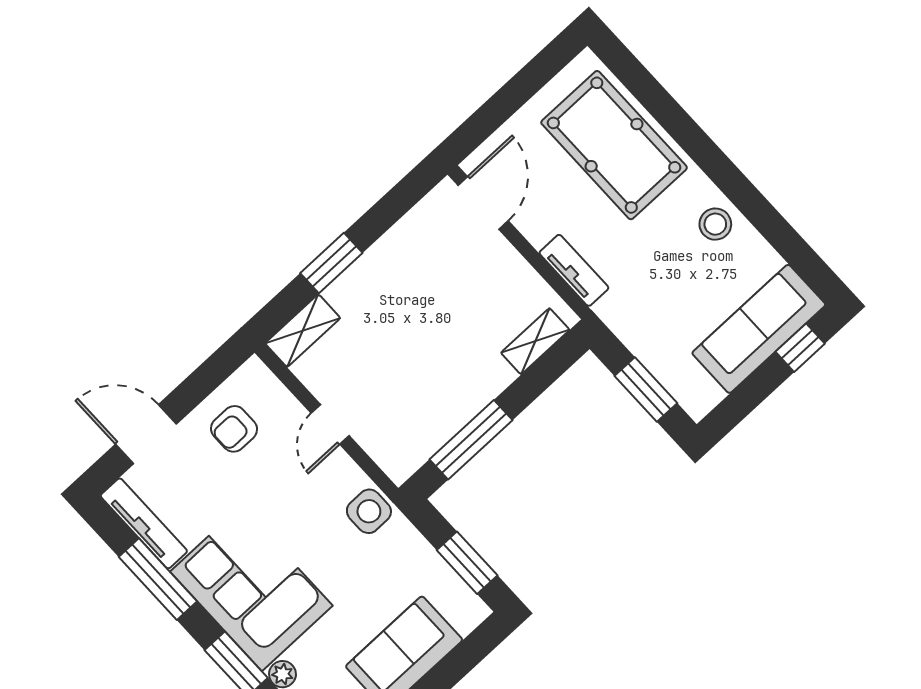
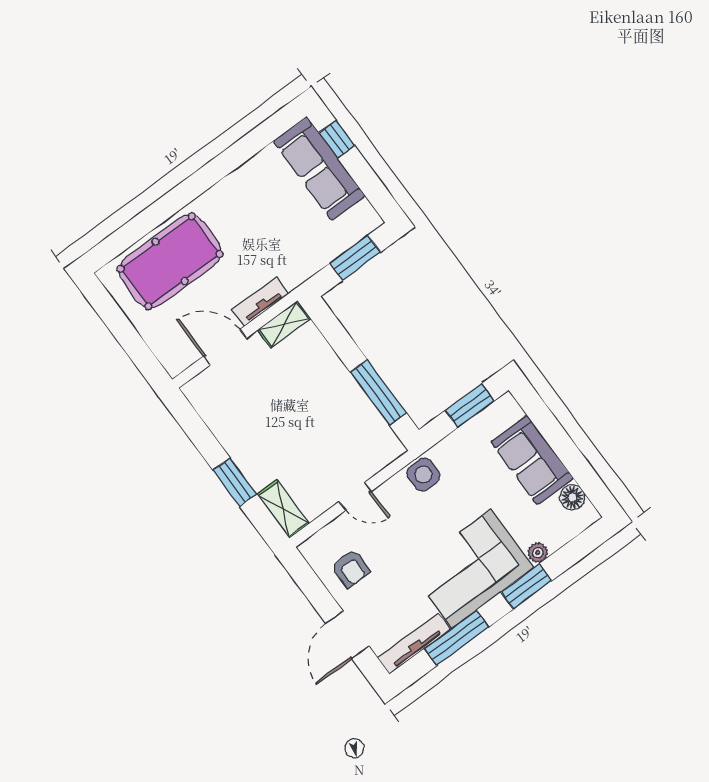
door: (483, 203) -> (225, 347), moved
stool: (715, 224) -> (237, 192), removed
shelving: (535, 341) -> (284, 324), moved, turned 90

